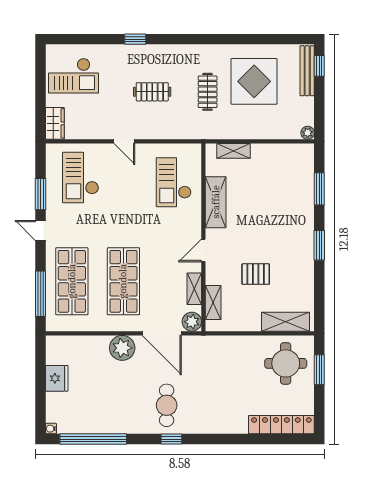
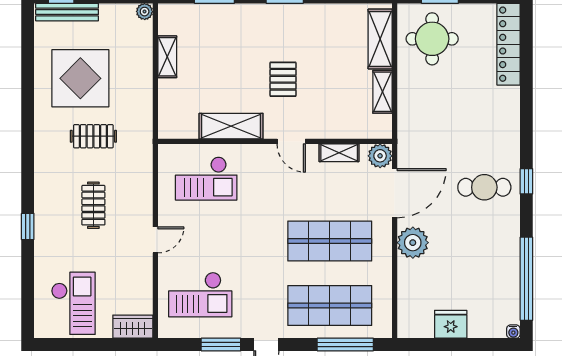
shelving: (233, 151) -> (167, 57), moved
pallet: (256, 274) -> (283, 79), moved
shelving: (213, 303) -> (382, 92), moved, turned 90

